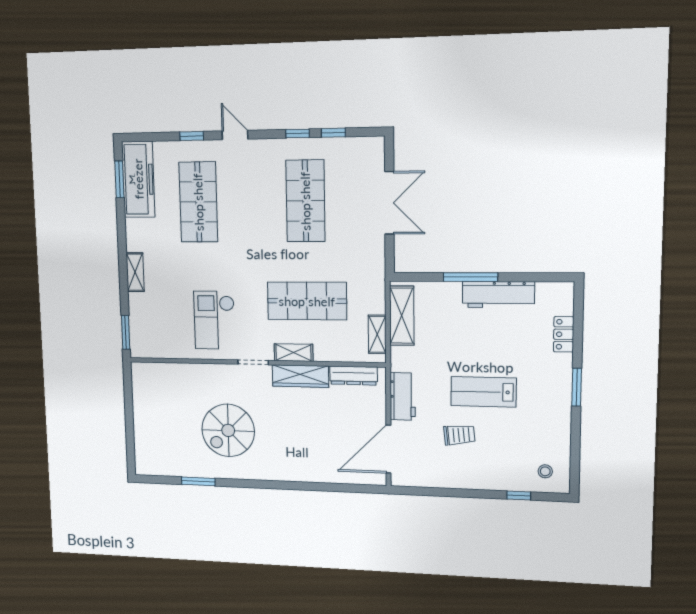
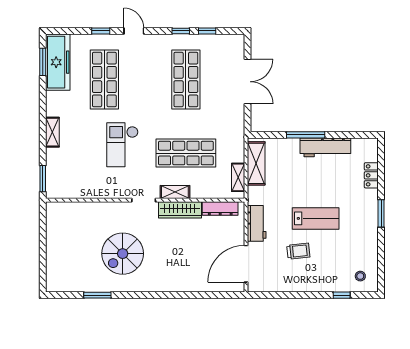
checkout: (214, 320) -> (122, 145), moved
lab bench: (484, 392) -> (316, 218), turned 180

